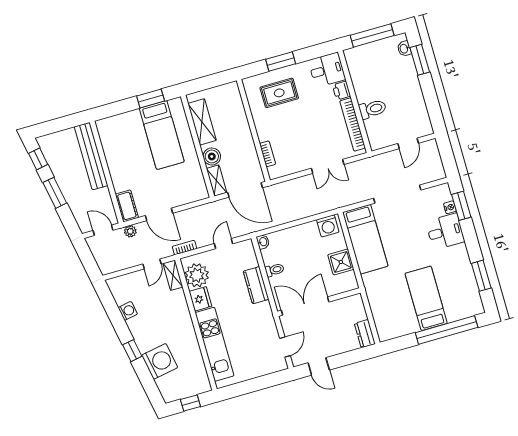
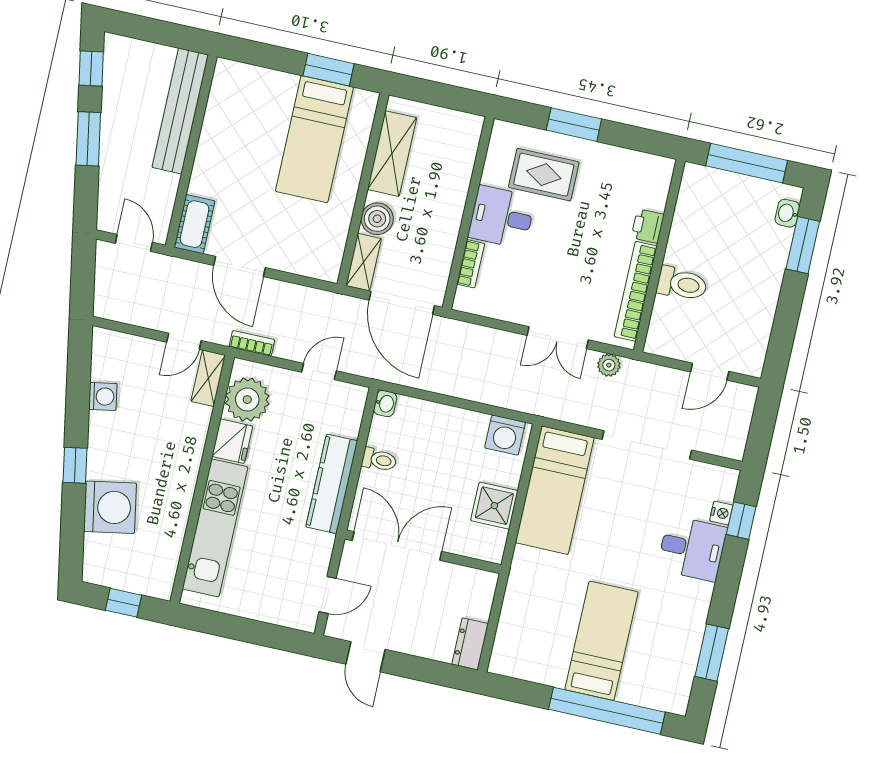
desk: (327, 70) -> (502, 217), moved, turned 180
window: (461, 206) -> (741, 521), width x0.67
plant: (130, 231) -> (609, 365), moved
kitchen counter: (256, 285) -> (332, 484), width x1.50

